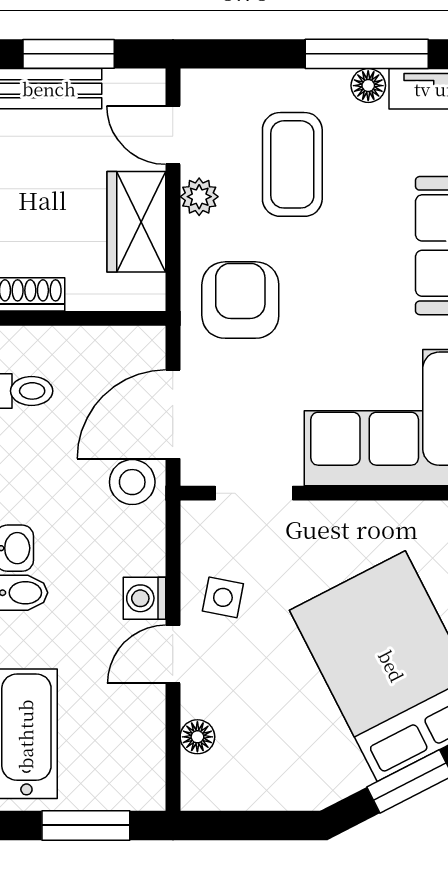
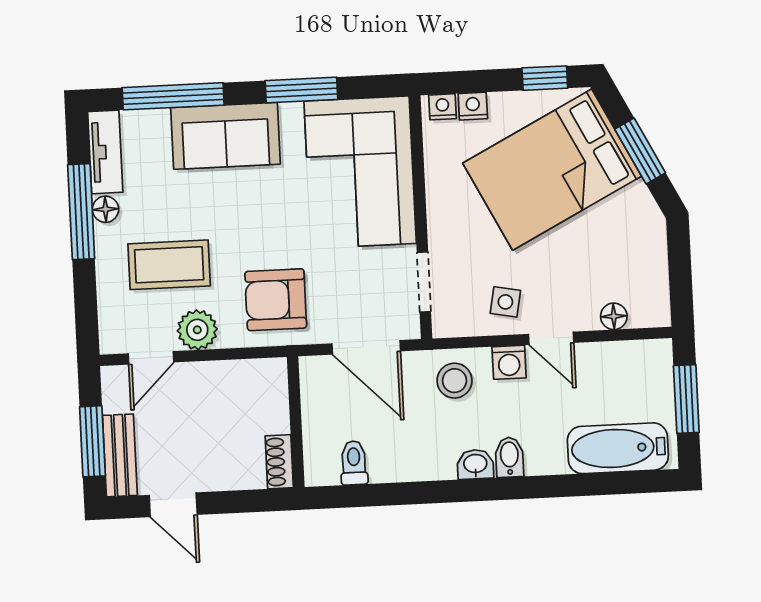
plant: (199, 197) -> (197, 330), width x1.38, depth x1.38
wardrobe: (136, 222) -> (219, 383), removed
stool: (132, 482) -> (454, 381), moved

